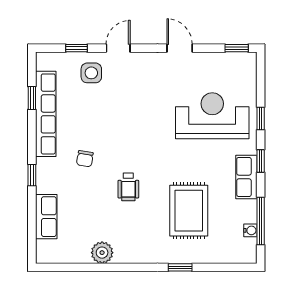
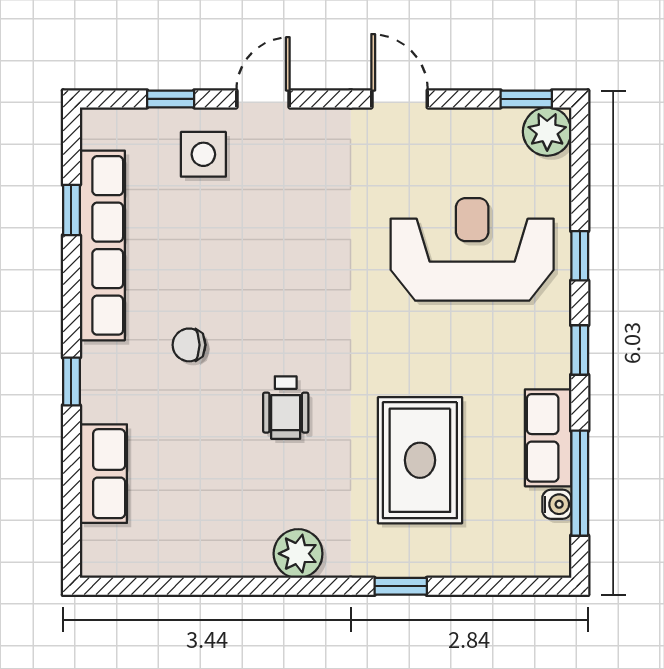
plant: (246, 63) -> (547, 132), added
chair: (85, 159) -> (189, 345), turned 81
row of seats: (246, 177) -> (548, 438), moved
plant: (102, 253) -> (298, 554), moved

